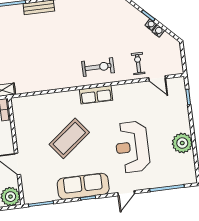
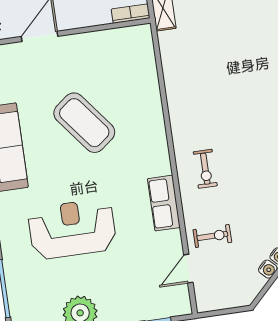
exercise bike: (98, 67) -> (205, 169), width x0.73, depth x0.72
row of seats: (96, 95) -> (164, 203), moved

